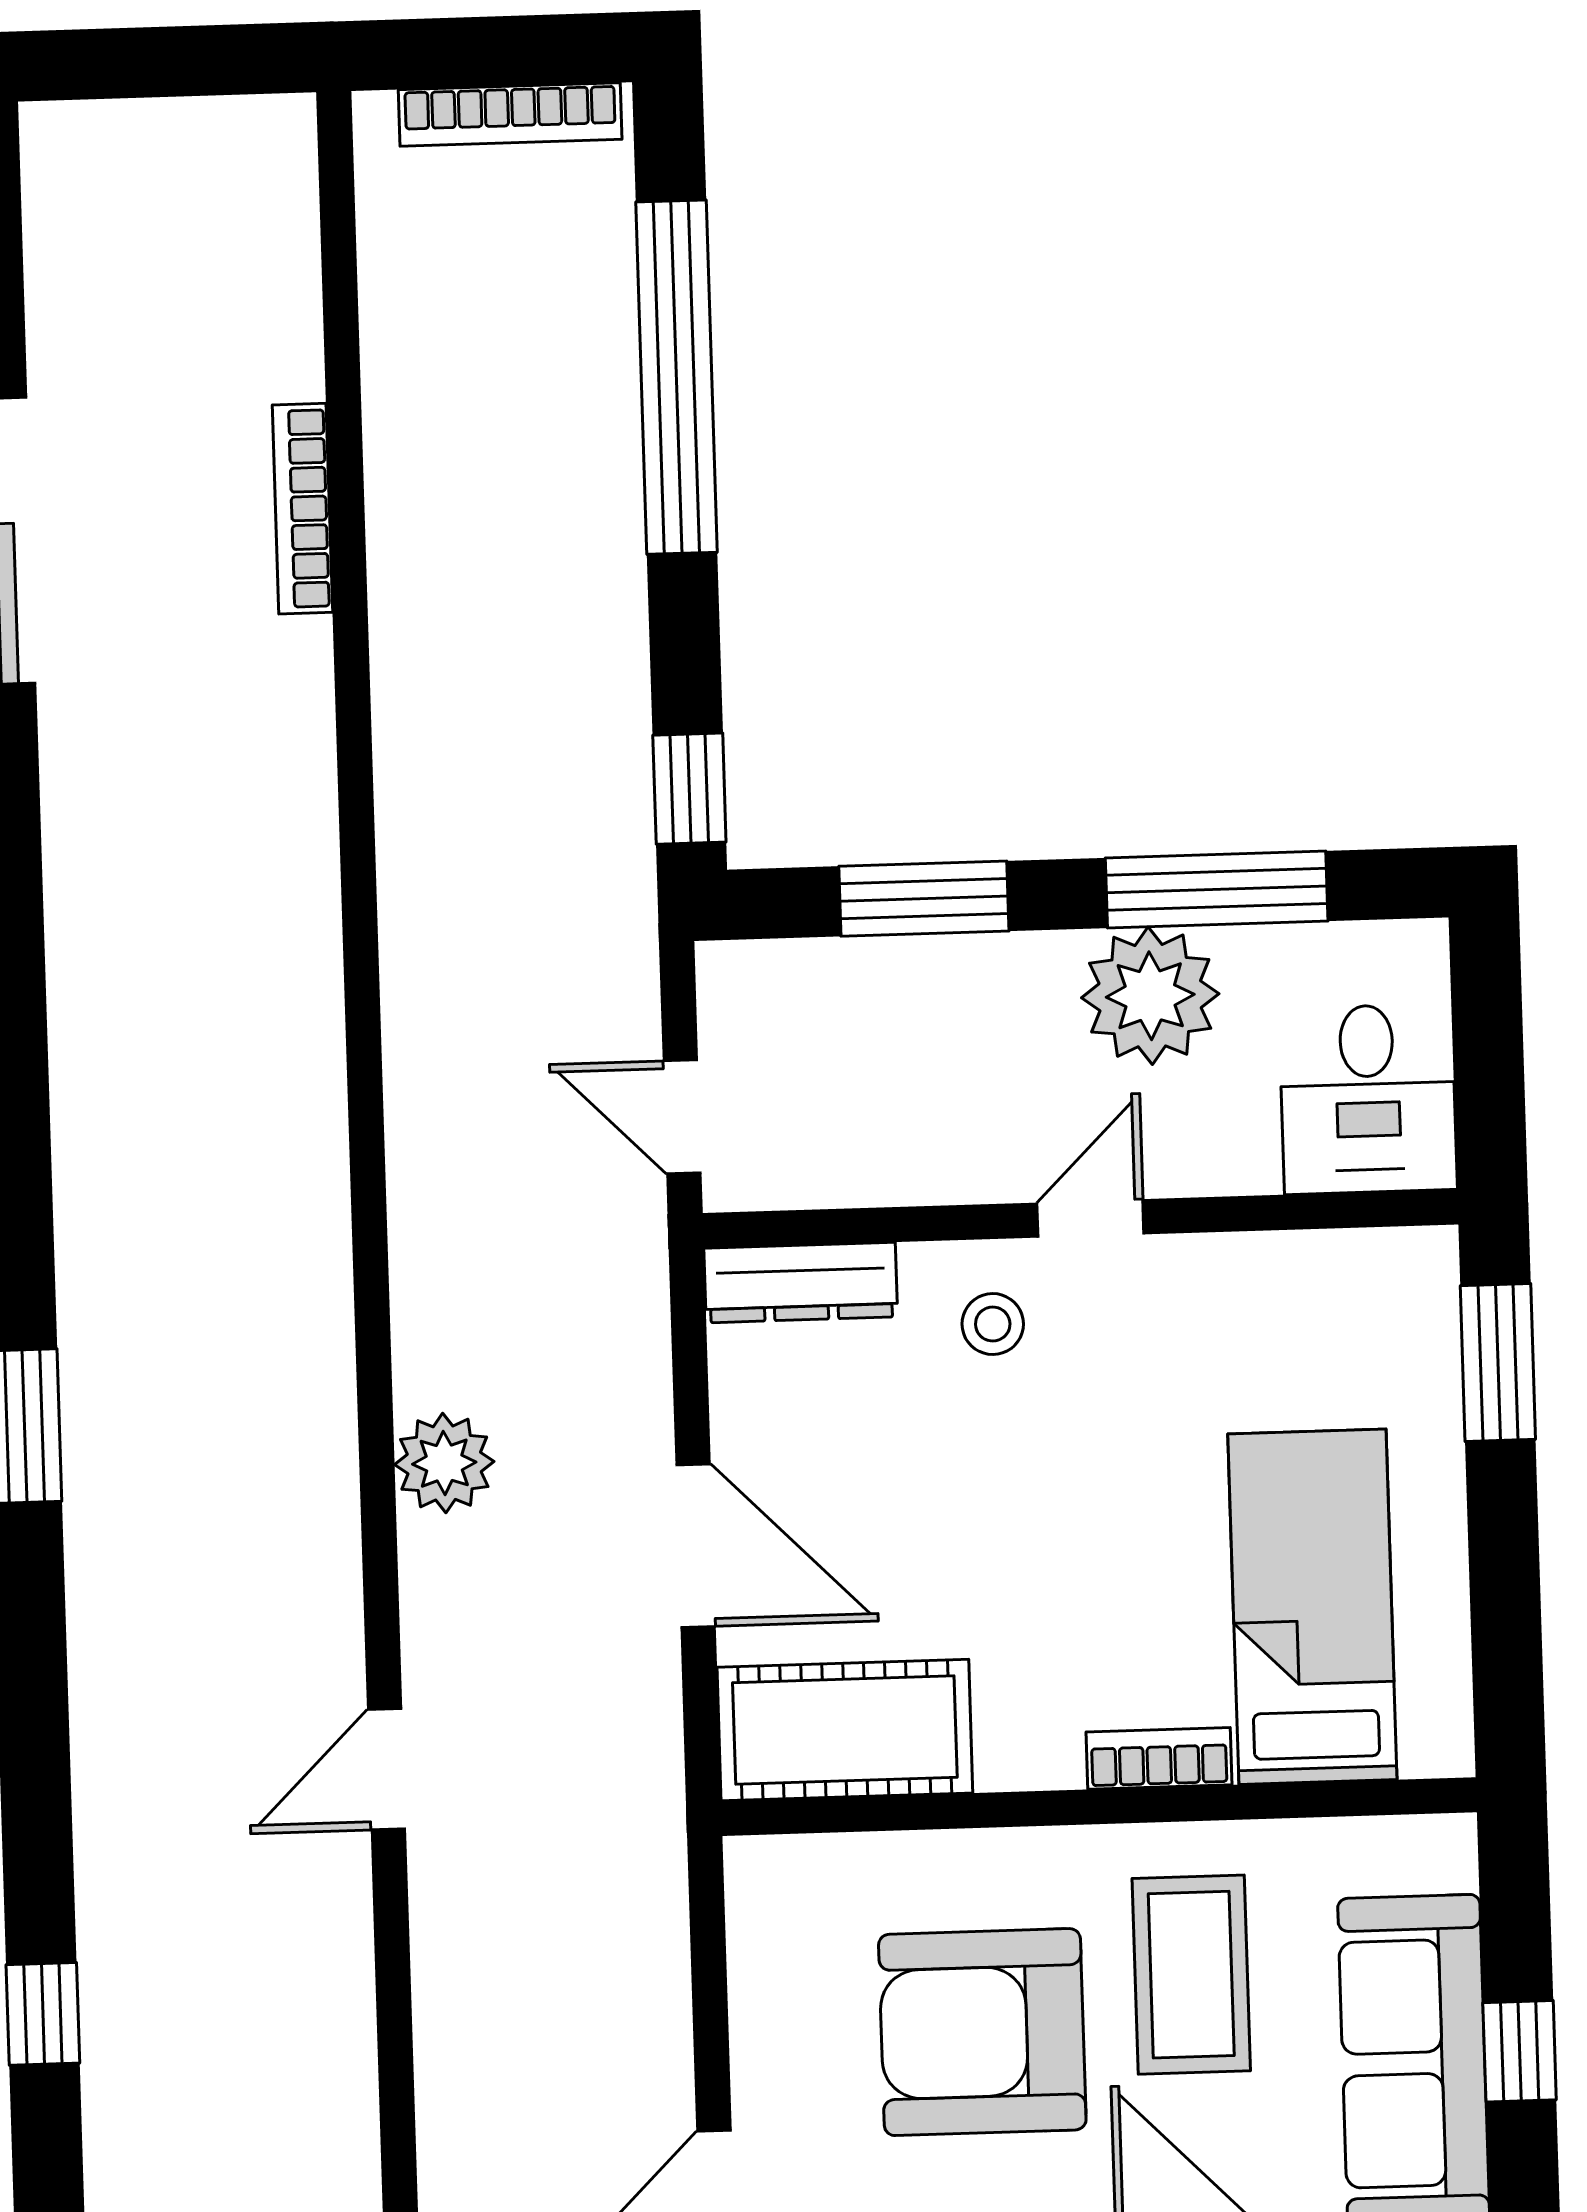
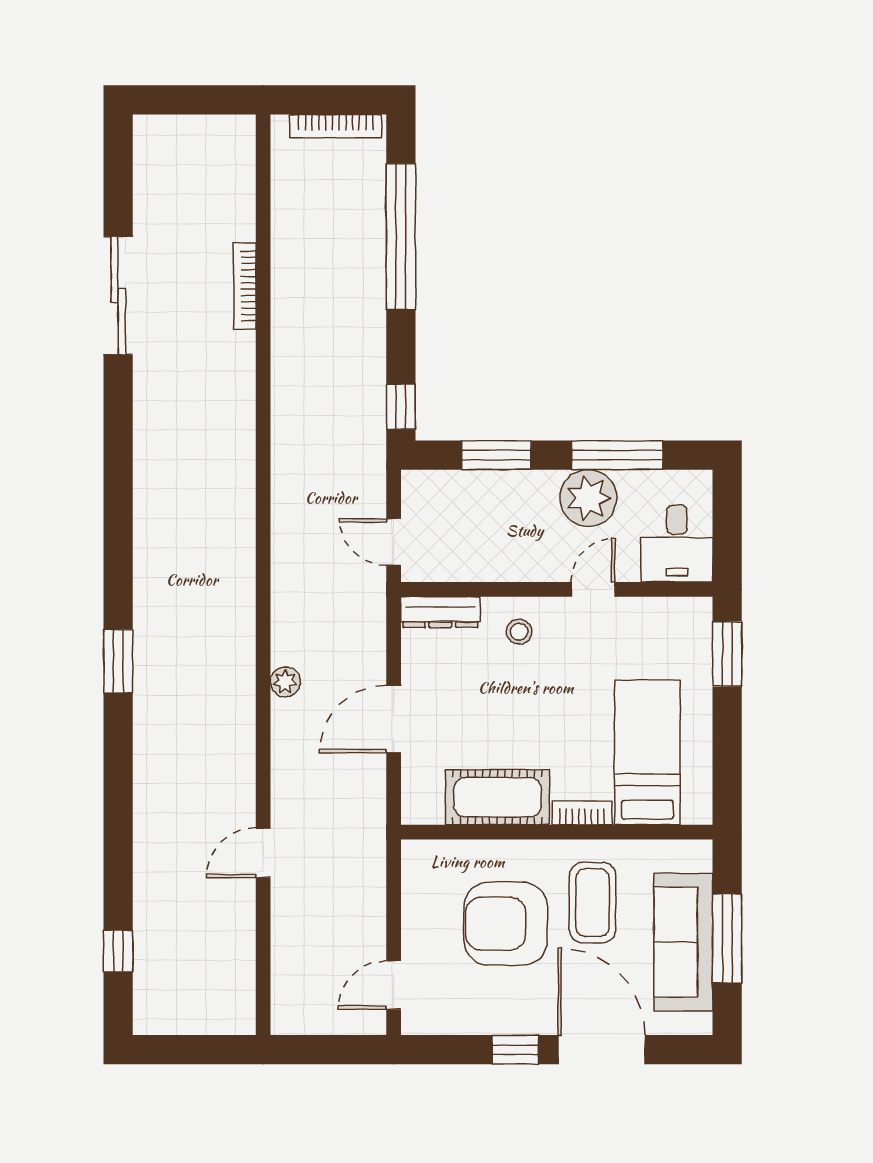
door: (1090, 1218) -> (593, 589), moved
plant: (444, 1463) -> (285, 682), width x0.73, depth x0.73
door: (696, 1546) -> (394, 719), swing flipped
cot: (845, 1730) -> (498, 797), moved
door: (386, 1769) -> (263, 853), moved
window: (43, 2014) -> (118, 951), moved
window: (1520, 2051) -> (727, 938), width x2.17

